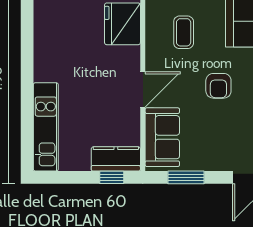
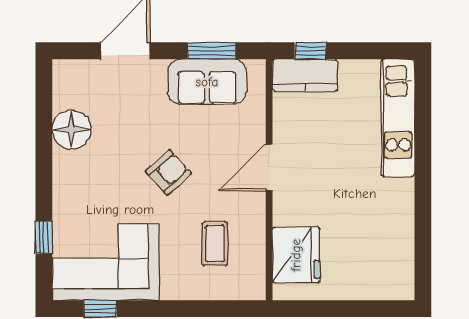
armchair: (218, 86) -> (169, 172), turned 48
sofa: (162, 137) -> (207, 82), moved, turned -90

